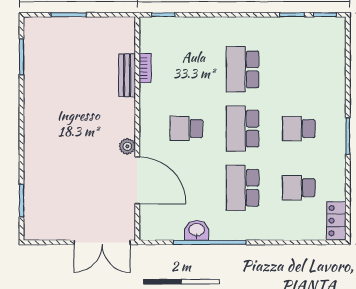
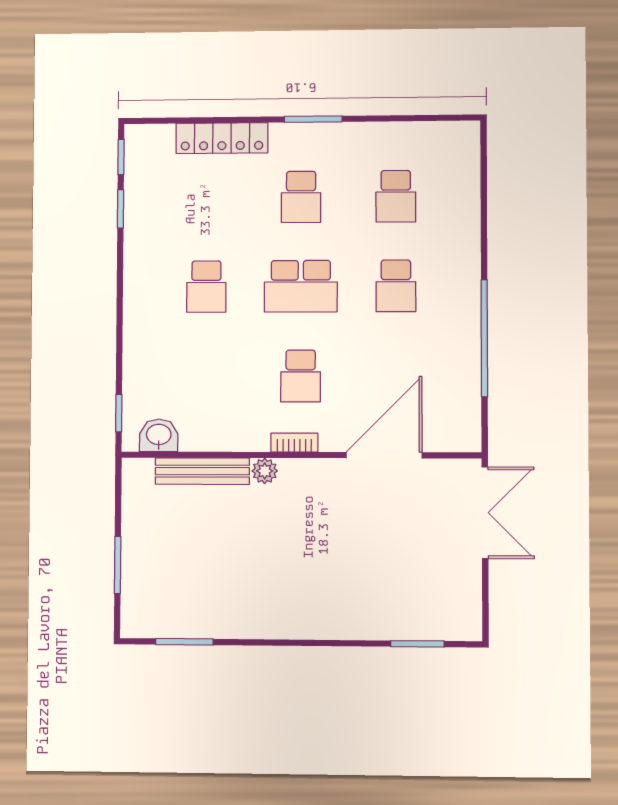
bookcase: (145, 68) -> (294, 443), moved
school desk: (243, 69) -> (206, 287), width x0.54
bench: (127, 75) -> (202, 471), width x1.36
plant: (127, 146) -> (265, 471), moved
school desk: (243, 188) -> (396, 286), width x0.54
locker: (336, 221) -> (222, 138), moved, width x1.53
washbasin: (197, 230) -> (159, 435), moved, turned 90

